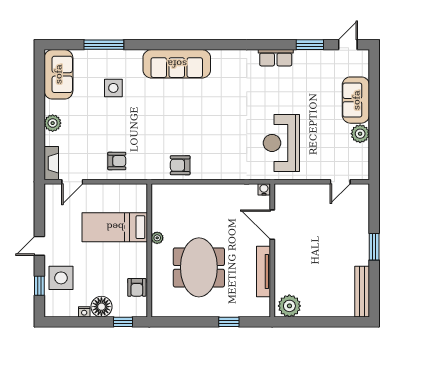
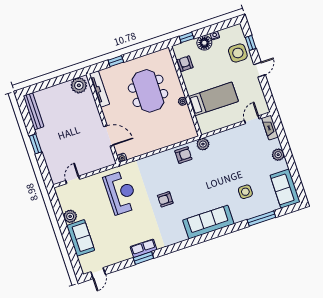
window: (310, 45) -> (143, 258), moved
armchair: (117, 161) -> (165, 199), moved
plant: (149, 171) -> (203, 144), added
tv unit: (263, 272) -> (99, 89), moved

